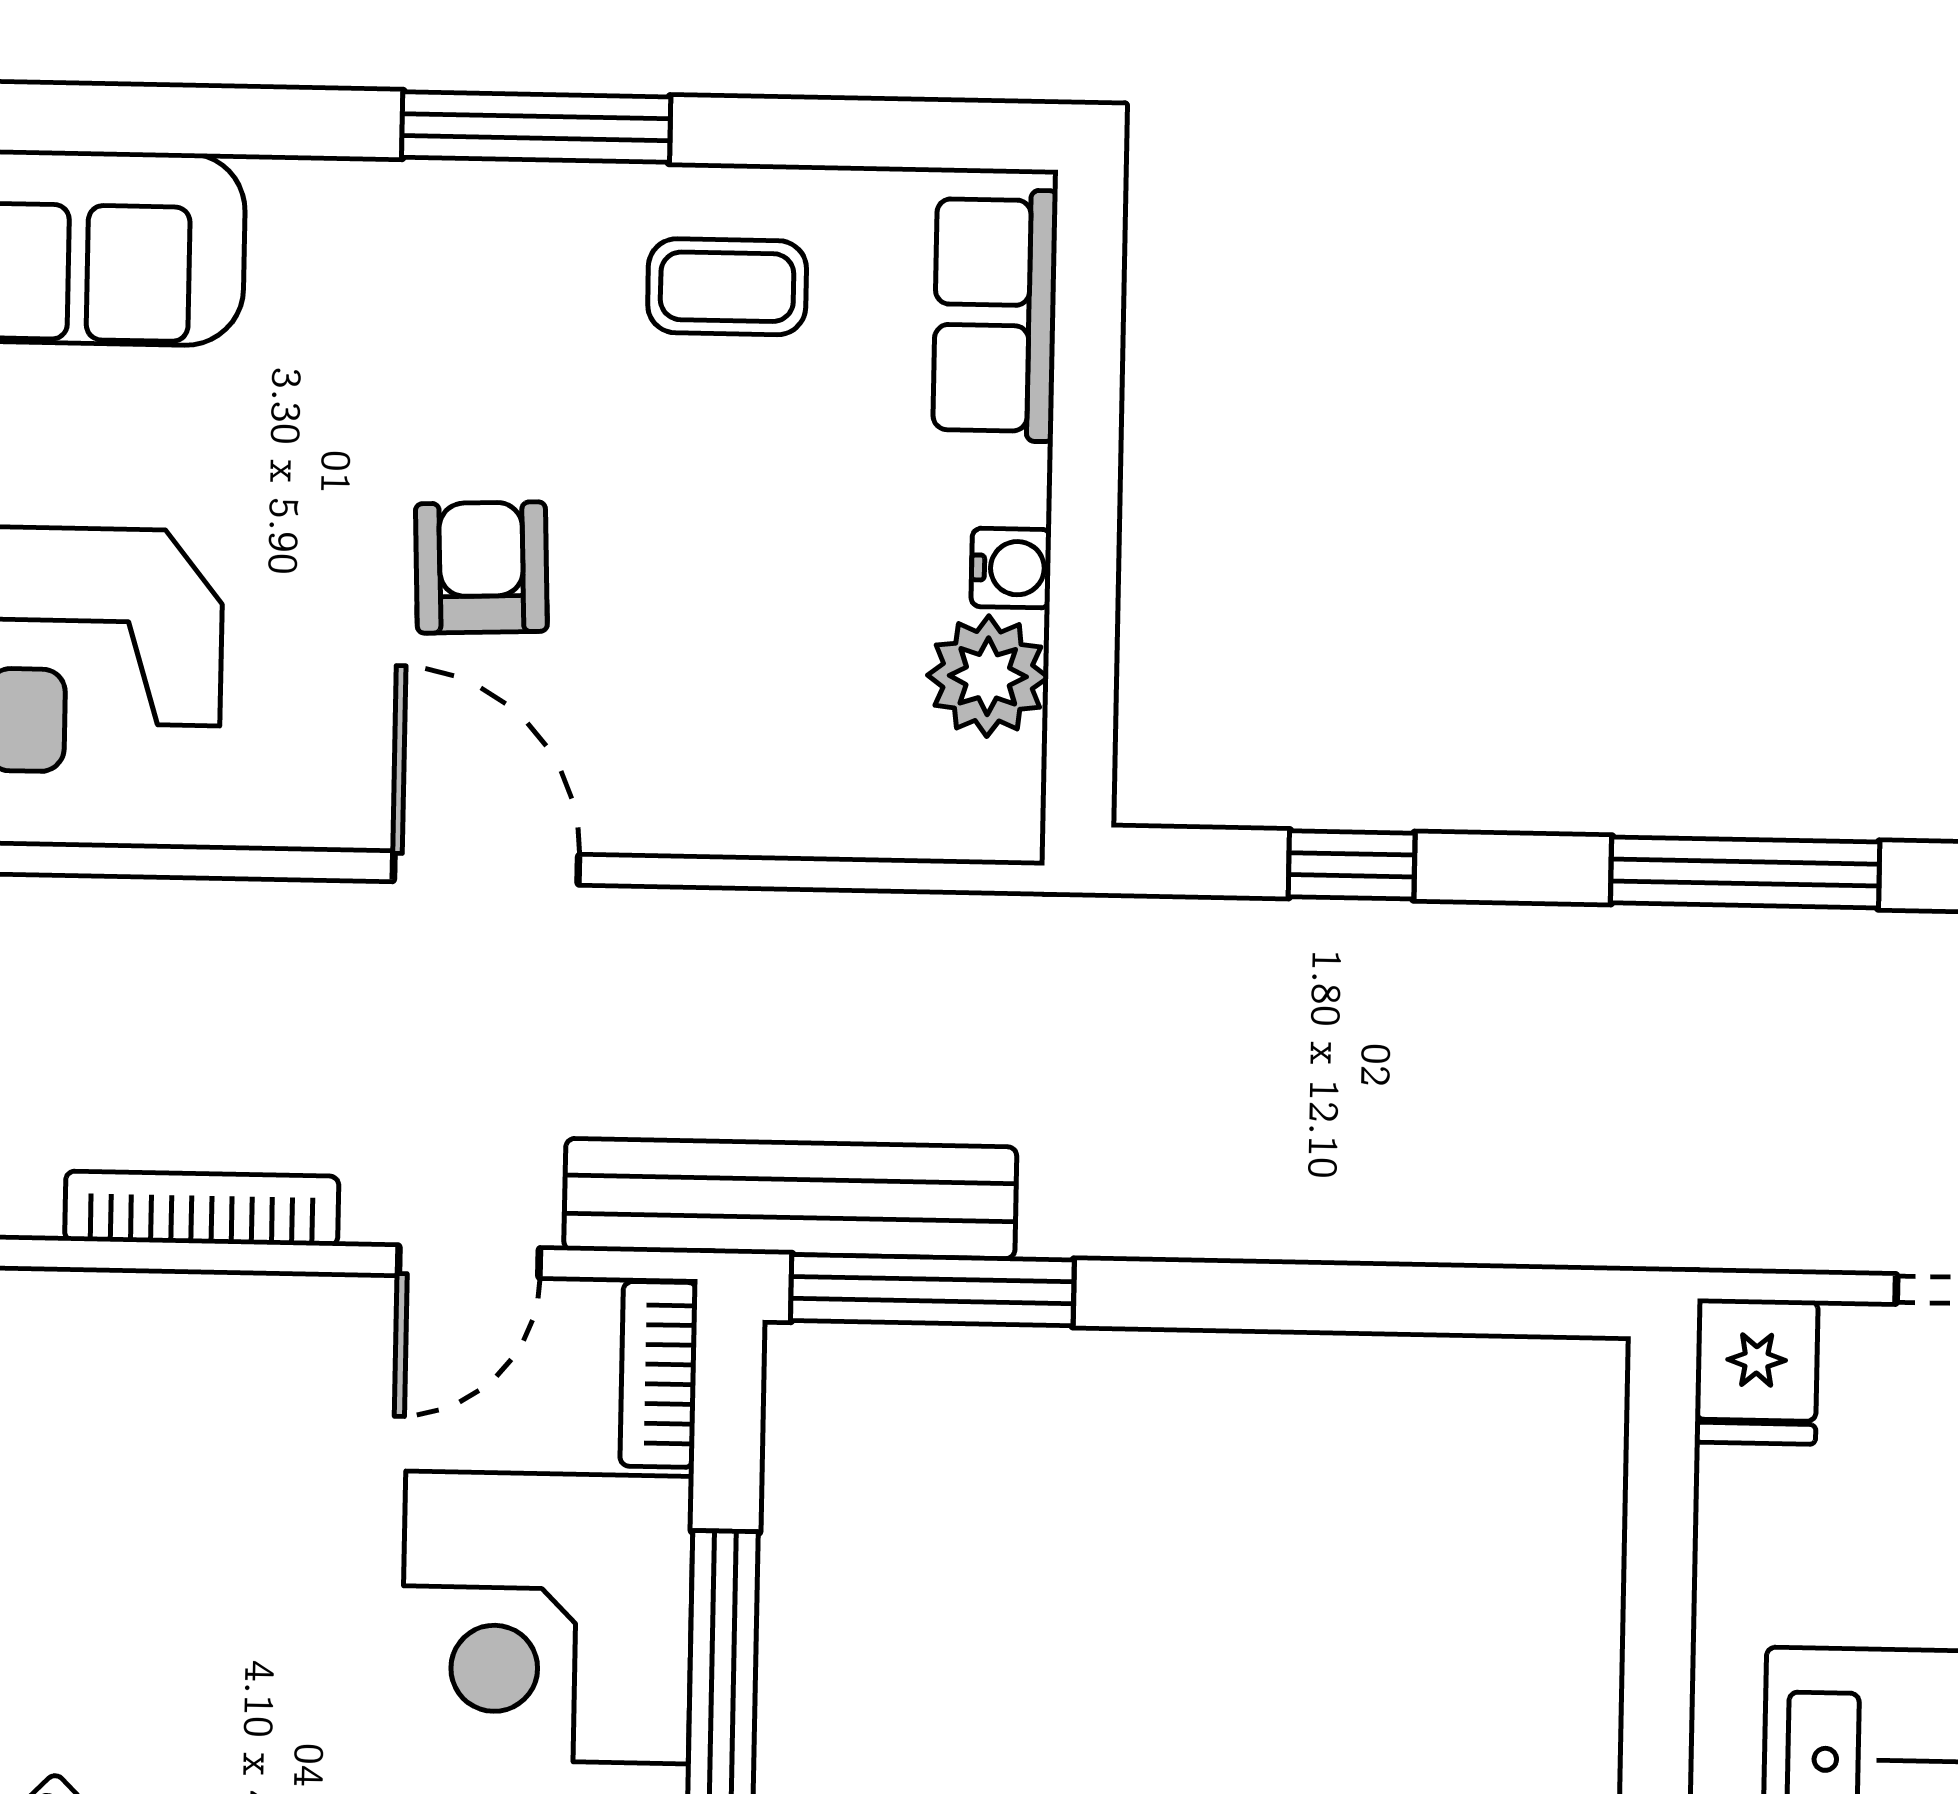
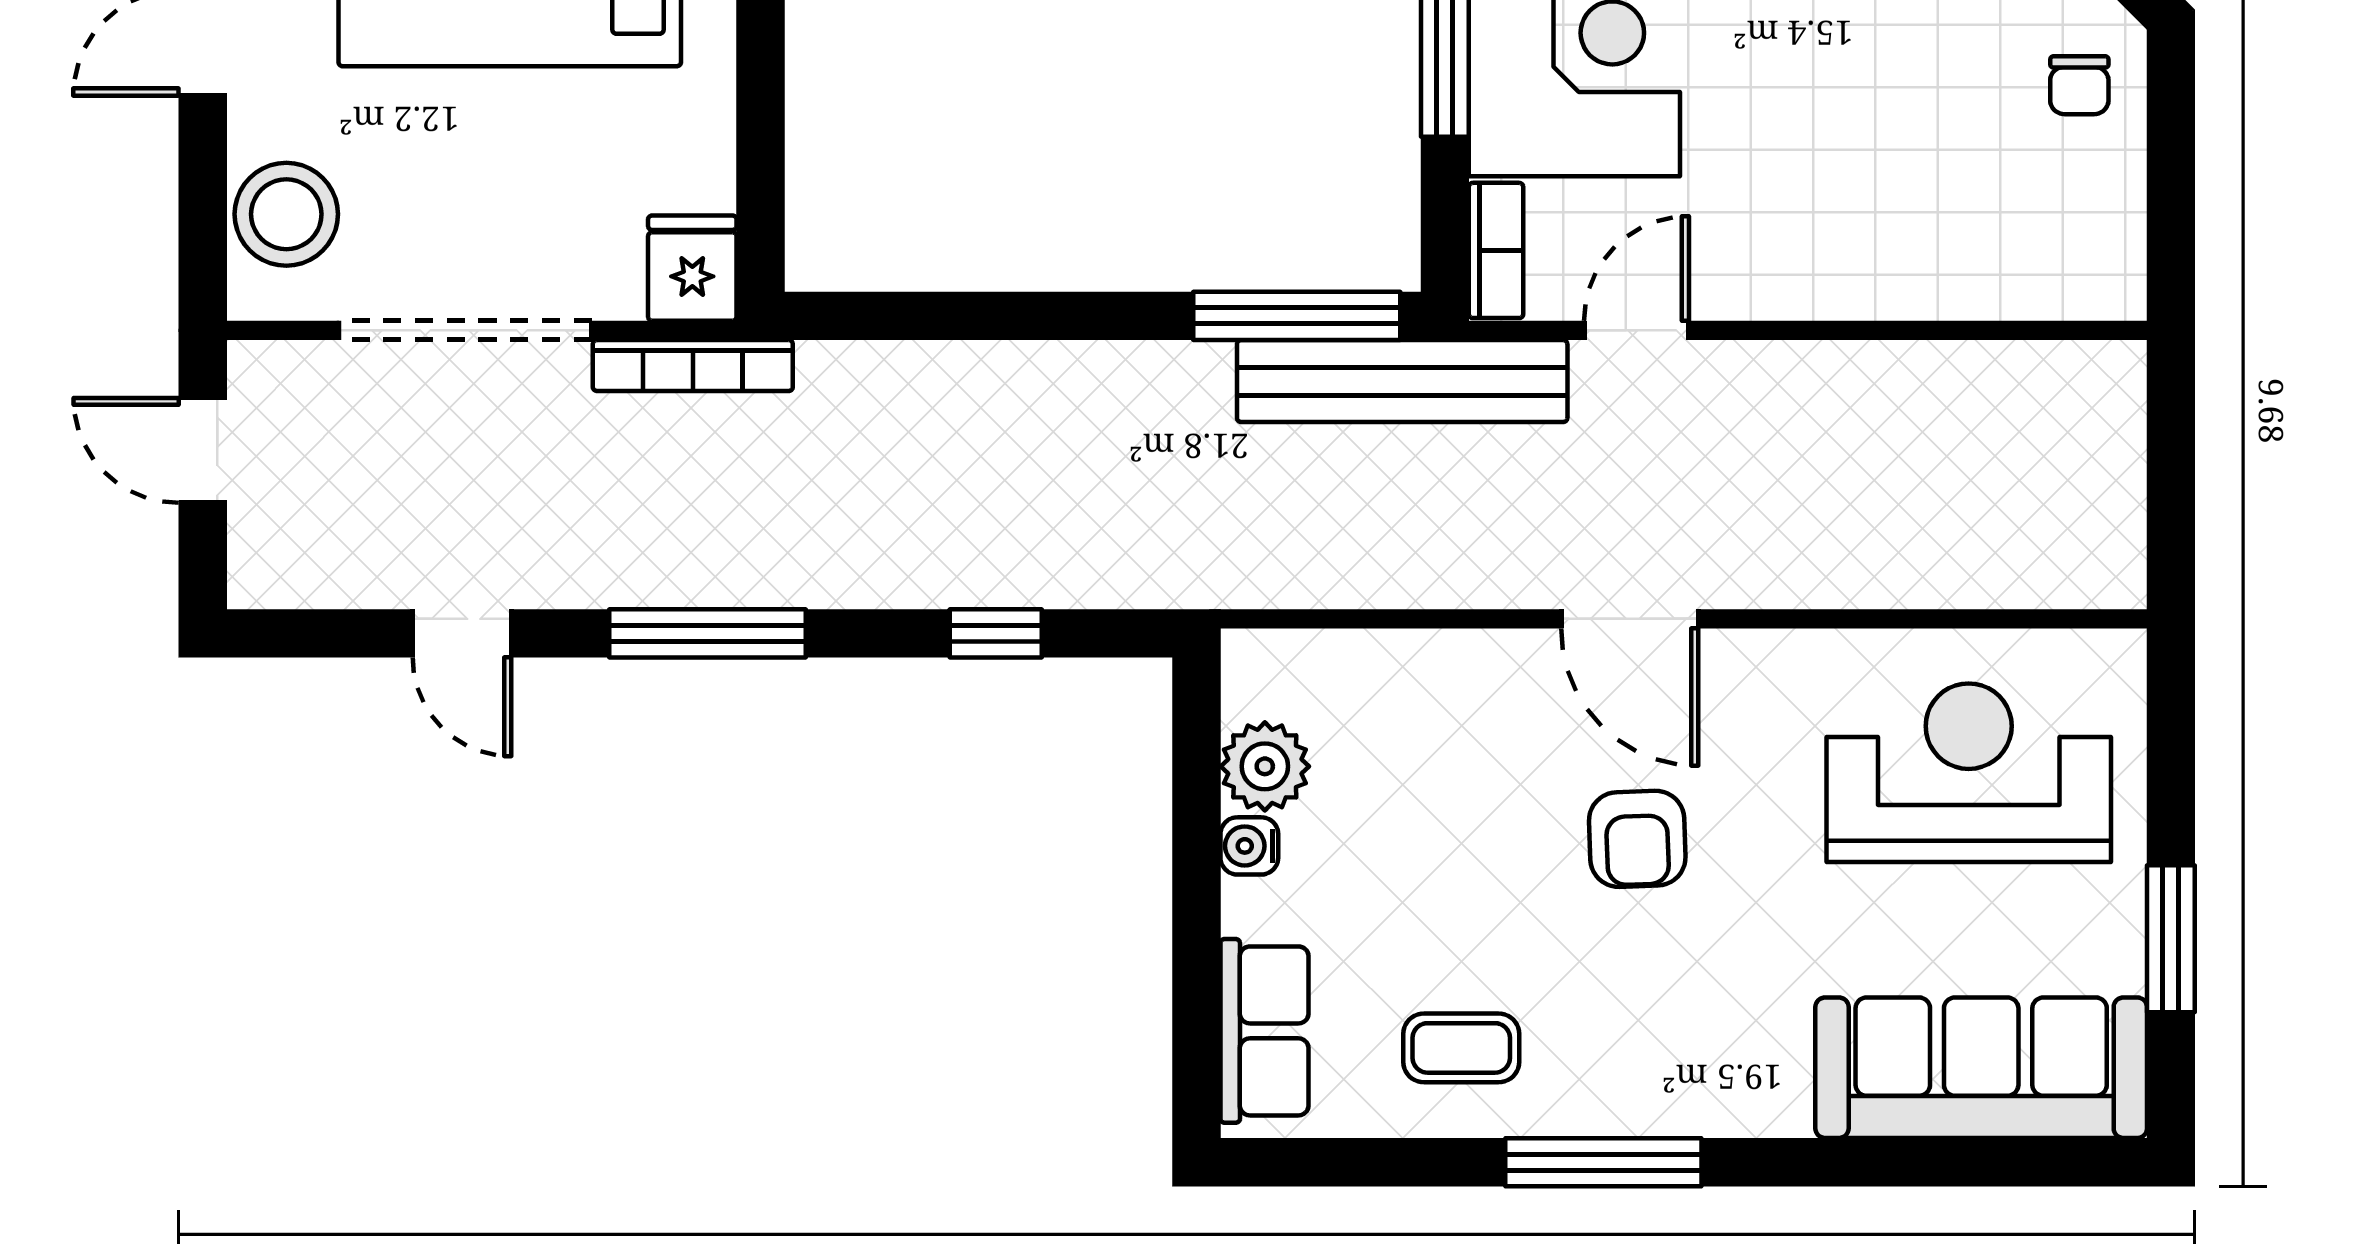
bookcase: (202, 1208) -> (693, 366), moved

